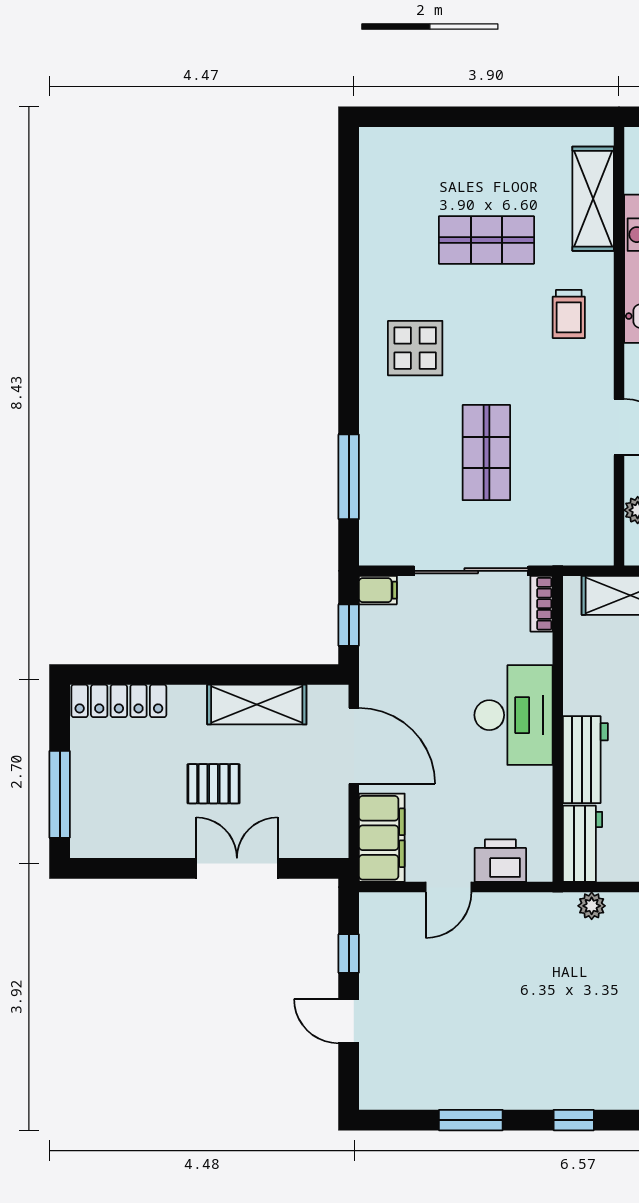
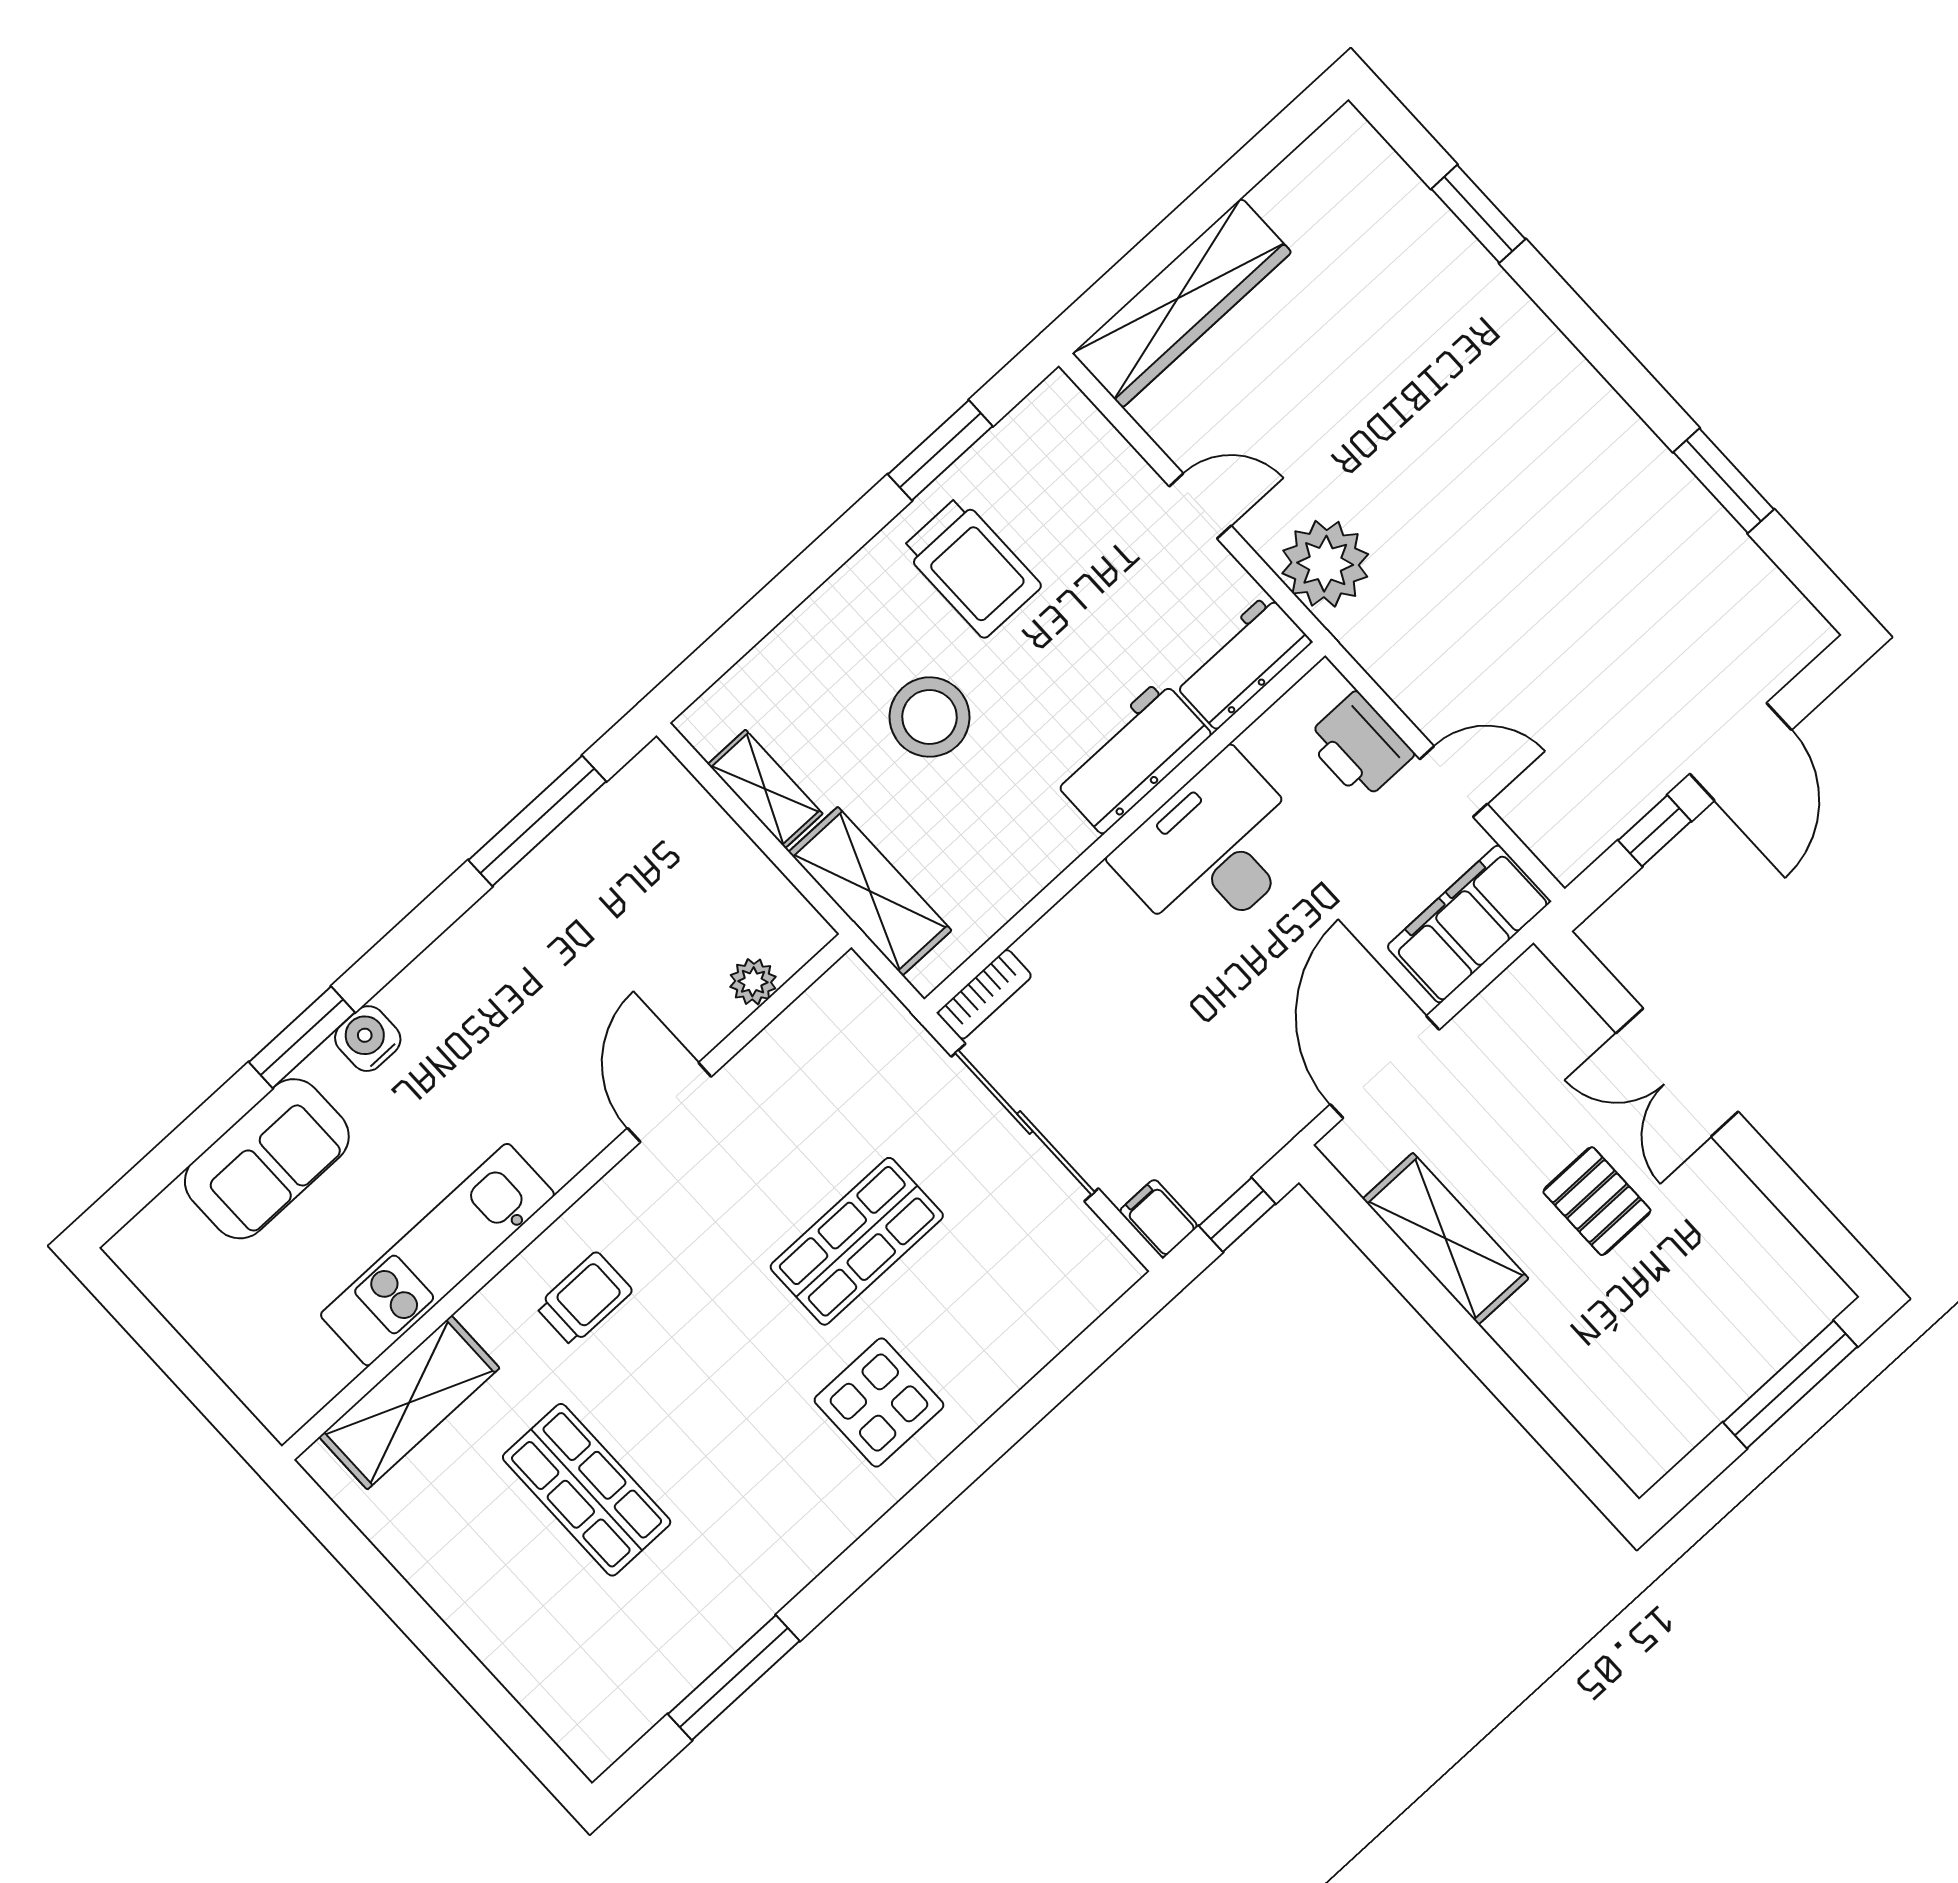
display table: (415, 348) -> (879, 1403), moved
window: (349, 477) -> (734, 1678), moved
locker: (119, 701) -> (1602, 1418), removed
desk: (514, 715) -> (1213, 850), moved
plant: (592, 906) -> (1325, 564), width x1.87, depth x1.87
door: (349, 1021) -> (1741, 752), width x1.38
window: (574, 1120) -> (1603, 350), removed

